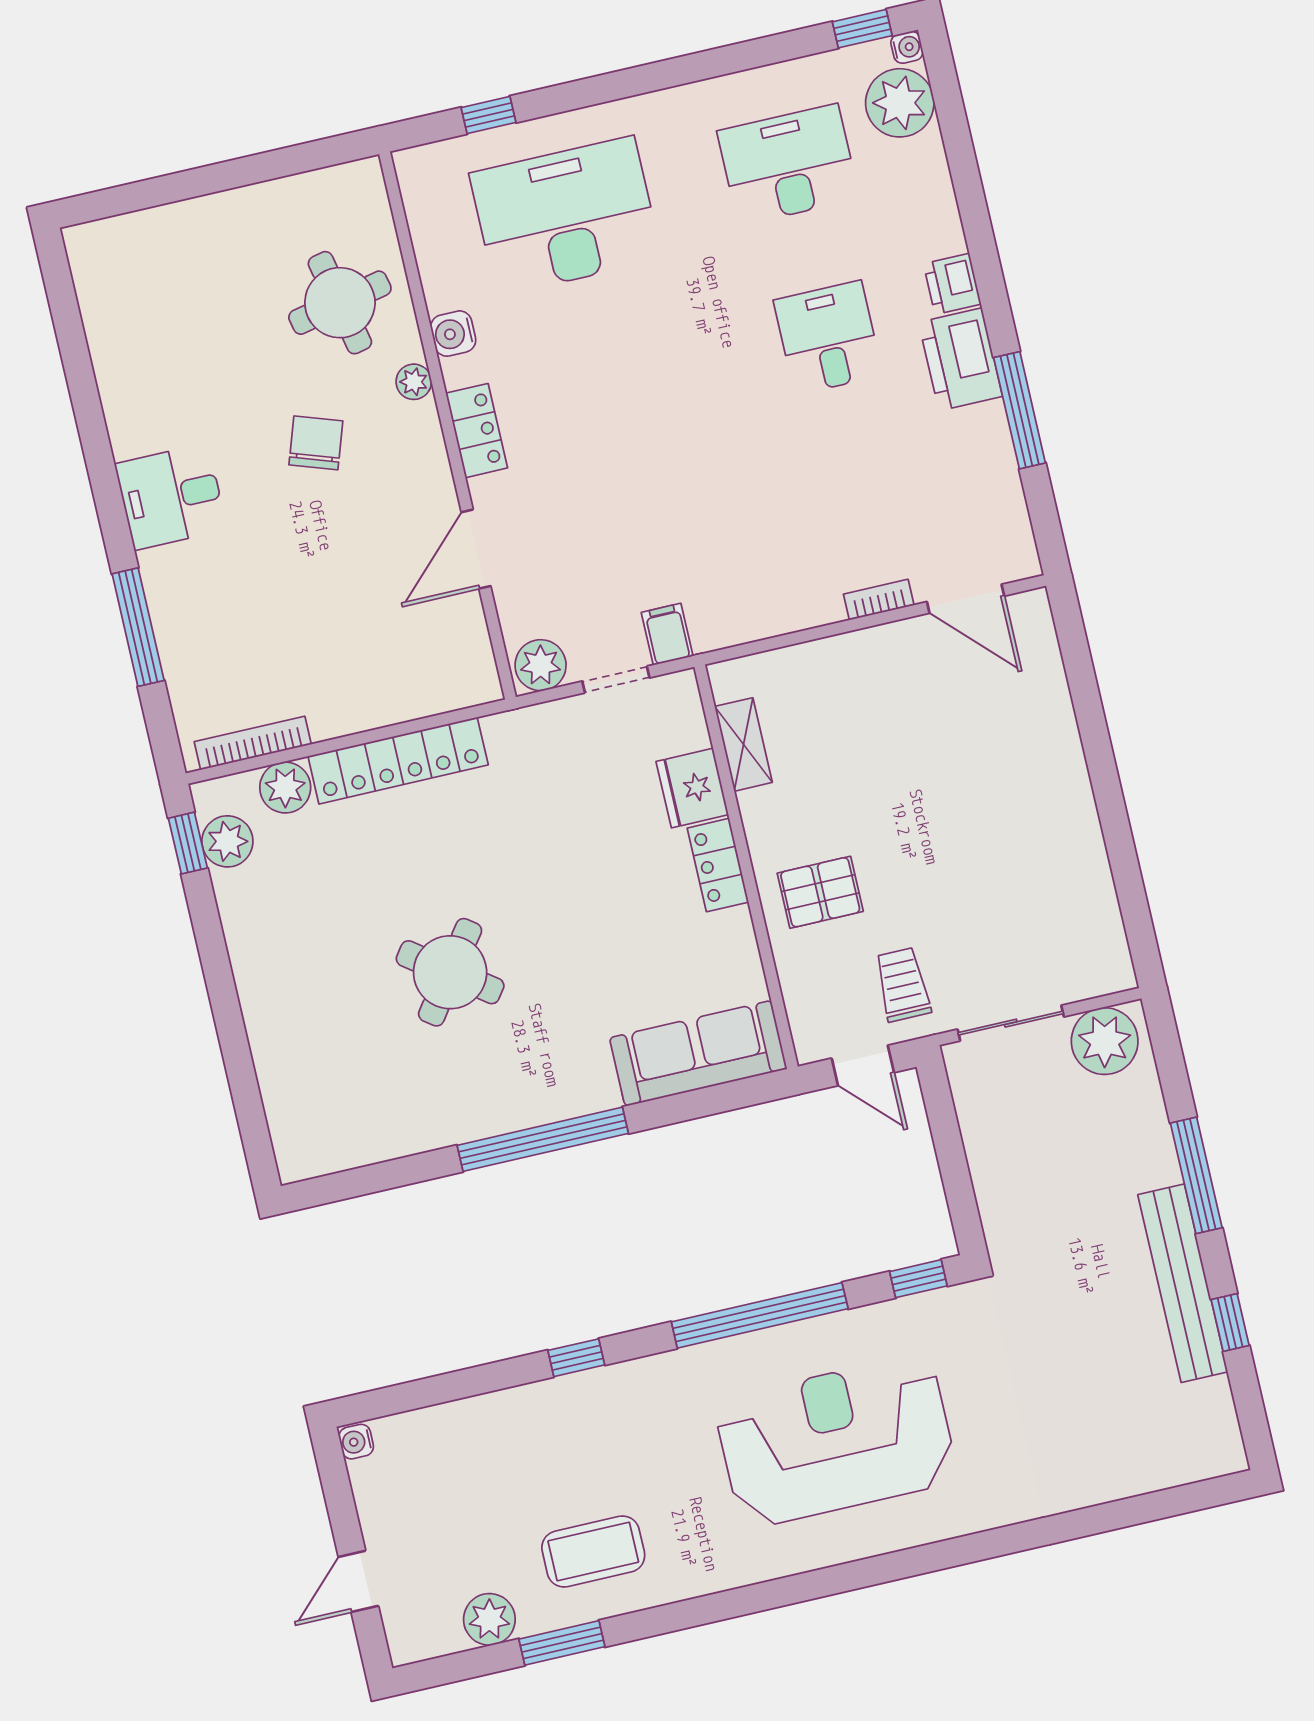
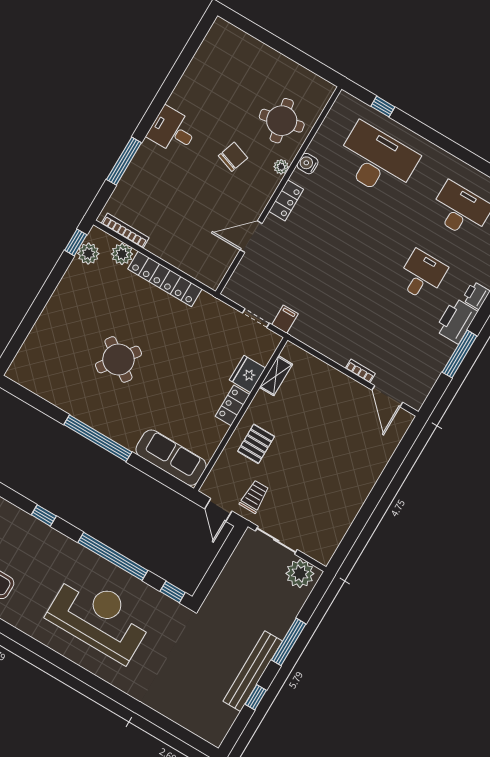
plant: (541, 665) -> (237, 291), removed
pallet: (820, 892) -> (256, 444), turned 90

